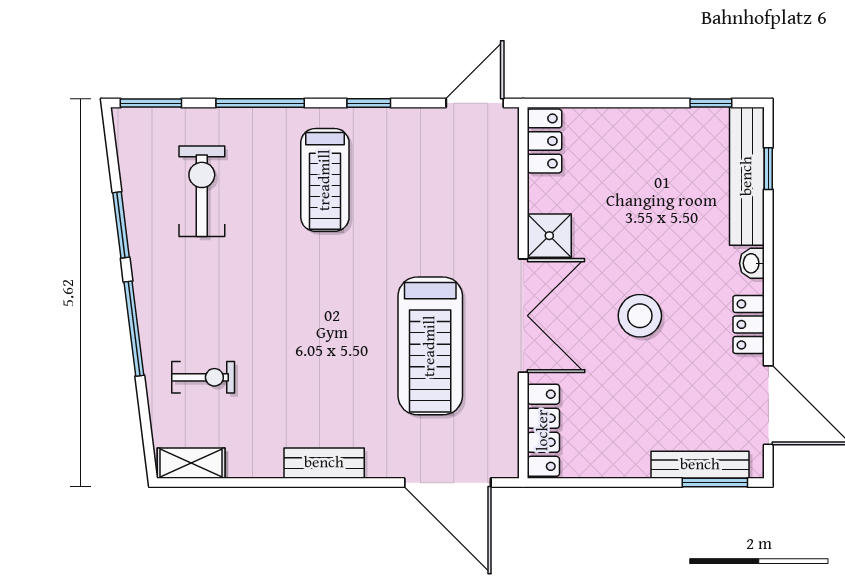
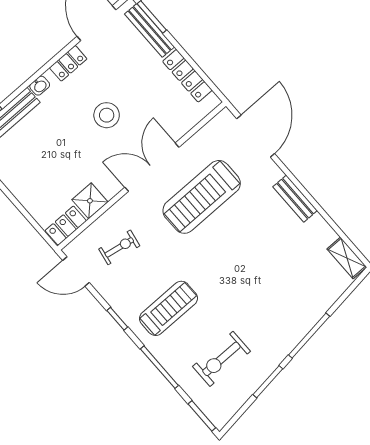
shower: (549, 236) -> (90, 201), moved
treadmill: (430, 346) -> (202, 197), turned 180
exercise bike: (203, 377) -> (119, 247), moved, turned 100
locker: (543, 430) -> (187, 76), moved, turned -90

